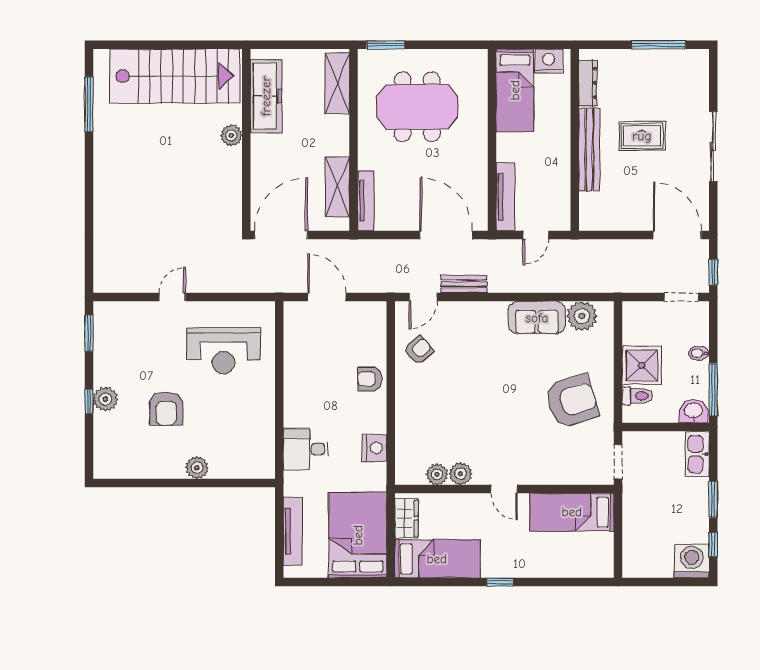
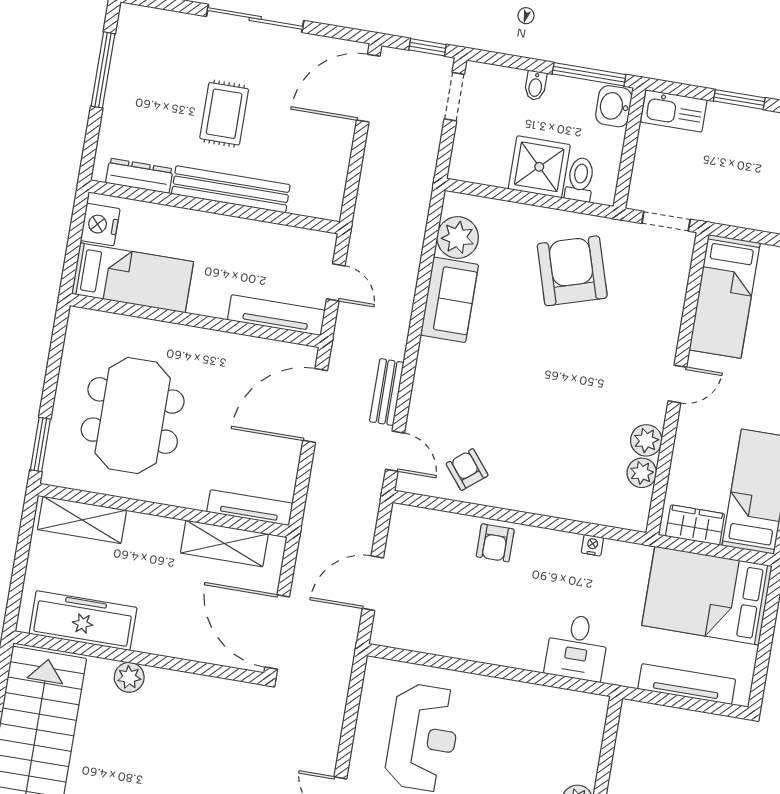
nightstand: (375, 448) -> (592, 545), width x0.53, depth x0.56

